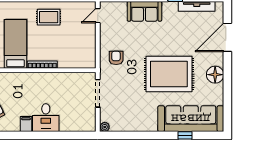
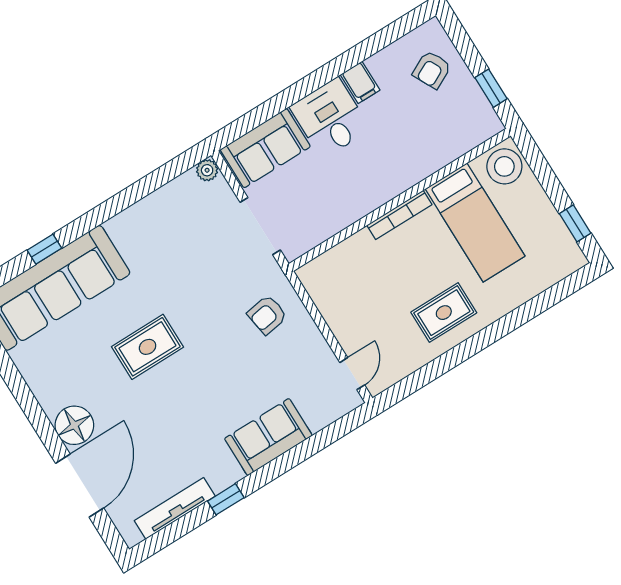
armchair: (116, 58) -> (267, 315), turned 81
rug: (169, 74) -> (148, 347), width x0.54, depth x0.49
floor lamp: (215, 75) -> (74, 425), moved
sofa: (77, 122) -> (265, 148), added

